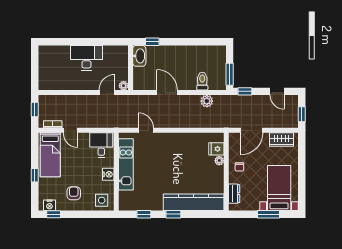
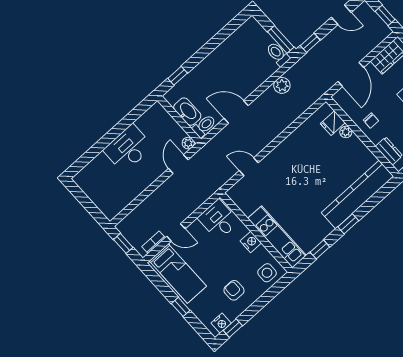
washbasin: (139, 56) -> (187, 112), moved
toilet: (202, 81) -> (278, 54), moved
toilet: (142, 84) -> (204, 126), added
kitchen unit: (126, 164) -> (277, 237), moved

